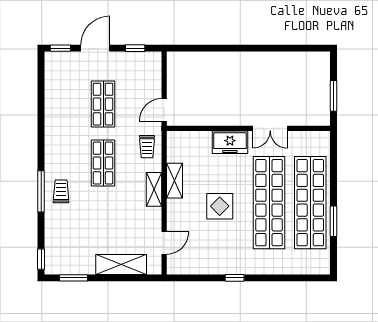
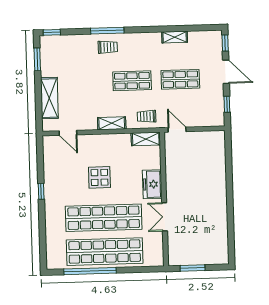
shelving: (51, 109) -> (175, 37), added
shelving: (175, 181) -> (146, 139), moved
window: (334, 221) -> (90, 271), width x2.11

